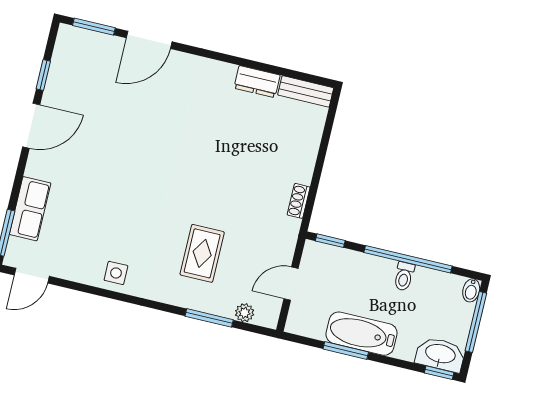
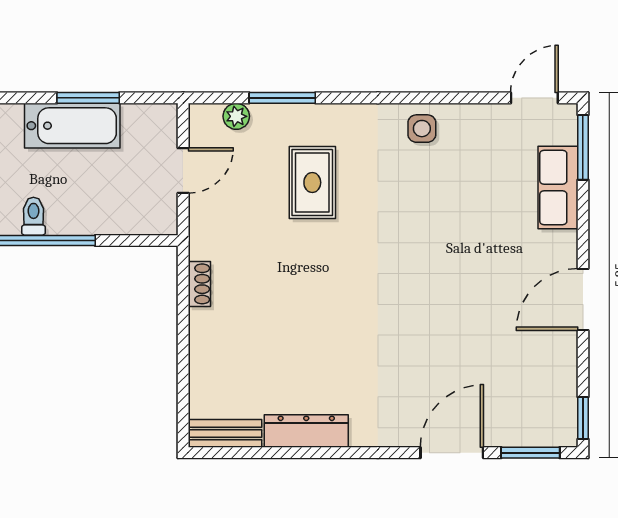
window: (43, 75) -> (583, 418), moved
dresser: (257, 82) -> (306, 431), width x1.44
window: (330, 241) -> (144, 241), removed

